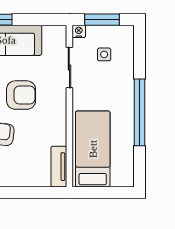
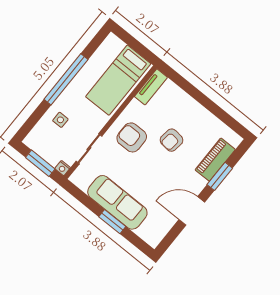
side table: (104, 54) -> (60, 120), moved
armchair: (21, 95) -> (132, 137), moved

